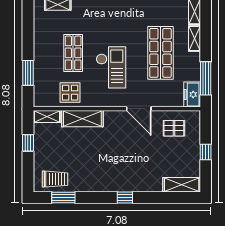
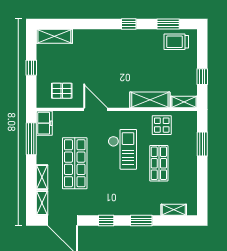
checkout: (111, 67) -> (122, 149), turned 180
window: (125, 198) -> (129, 24), moved

